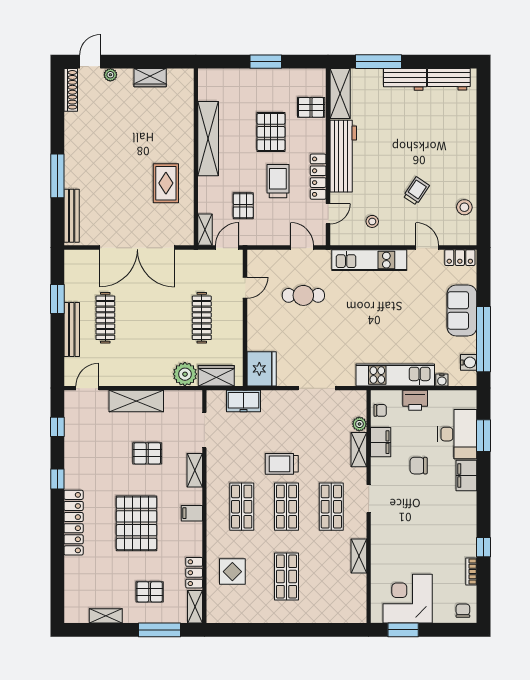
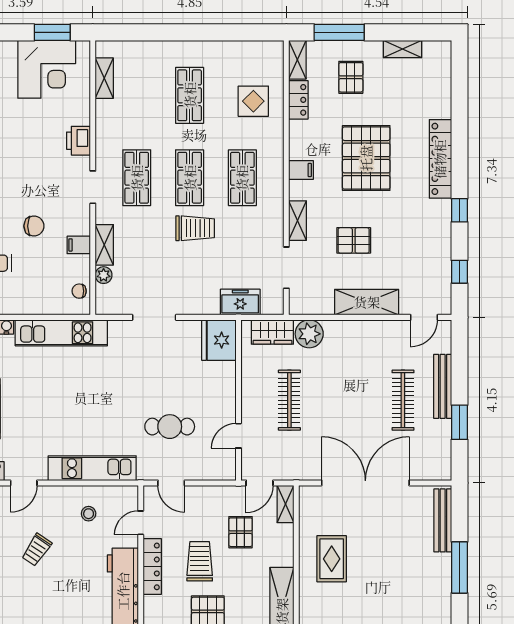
trolley: (278, 181) -> (200, 561), turned 180
door: (427, 248) -> (24, 483), hinge flipped
printer: (415, 400) -> (78, 141), moved, turned -90
filing cabinet: (381, 442) -> (79, 245), width x0.50
shelving: (359, 556) -> (104, 78), moved
pallet: (150, 592) -> (351, 77), turned 90

